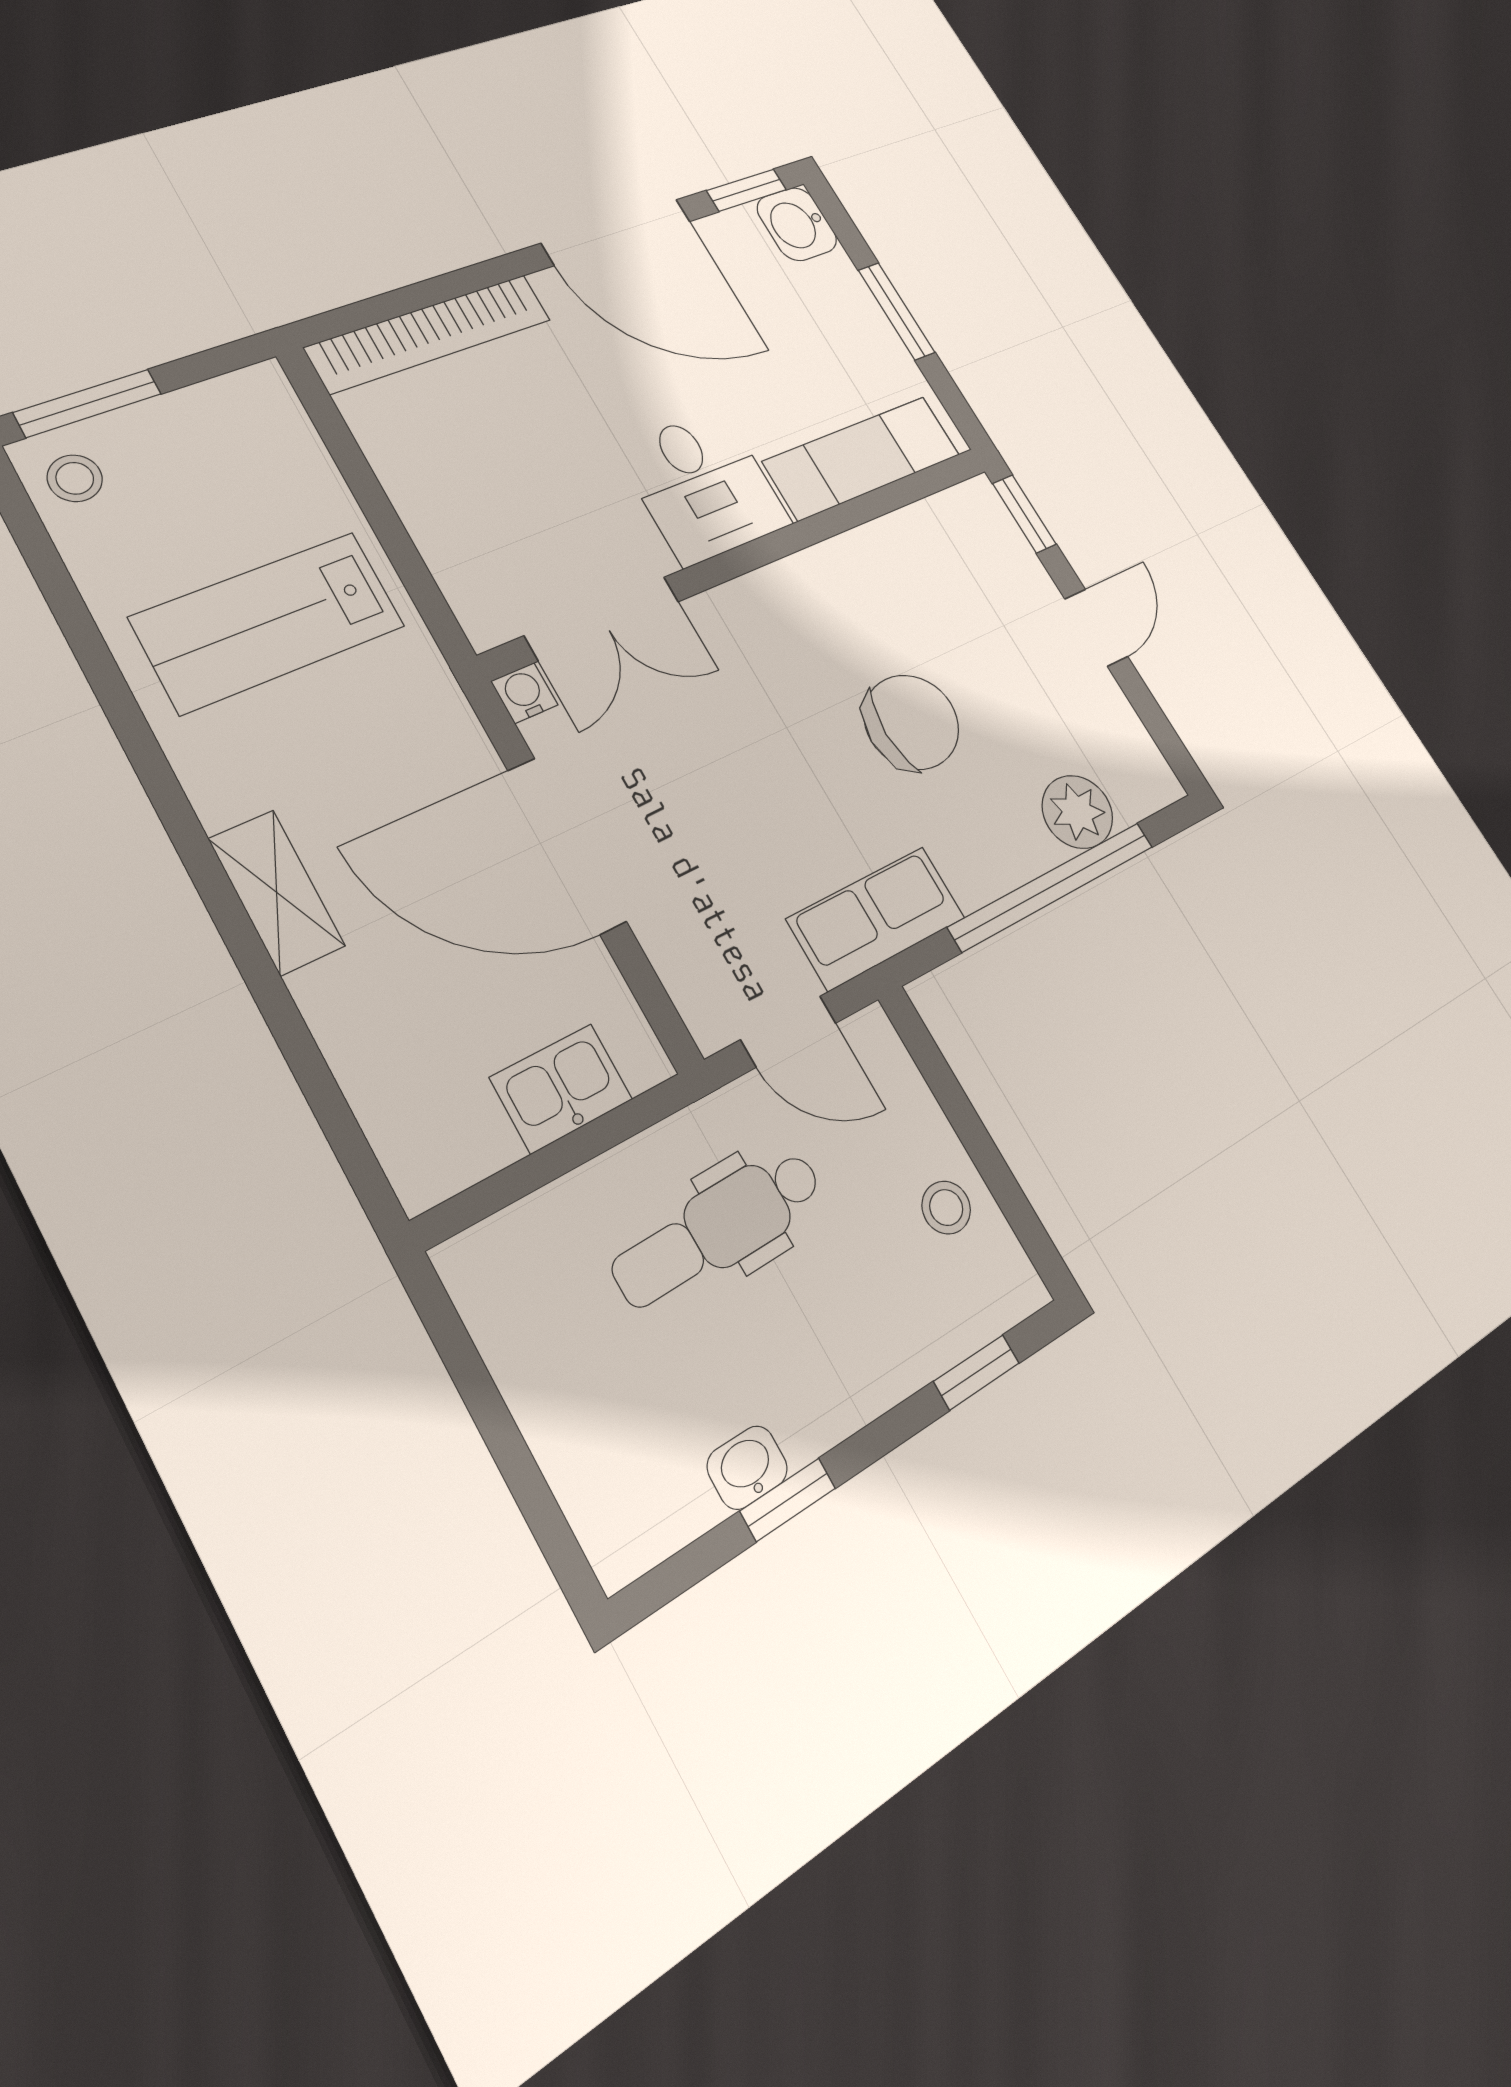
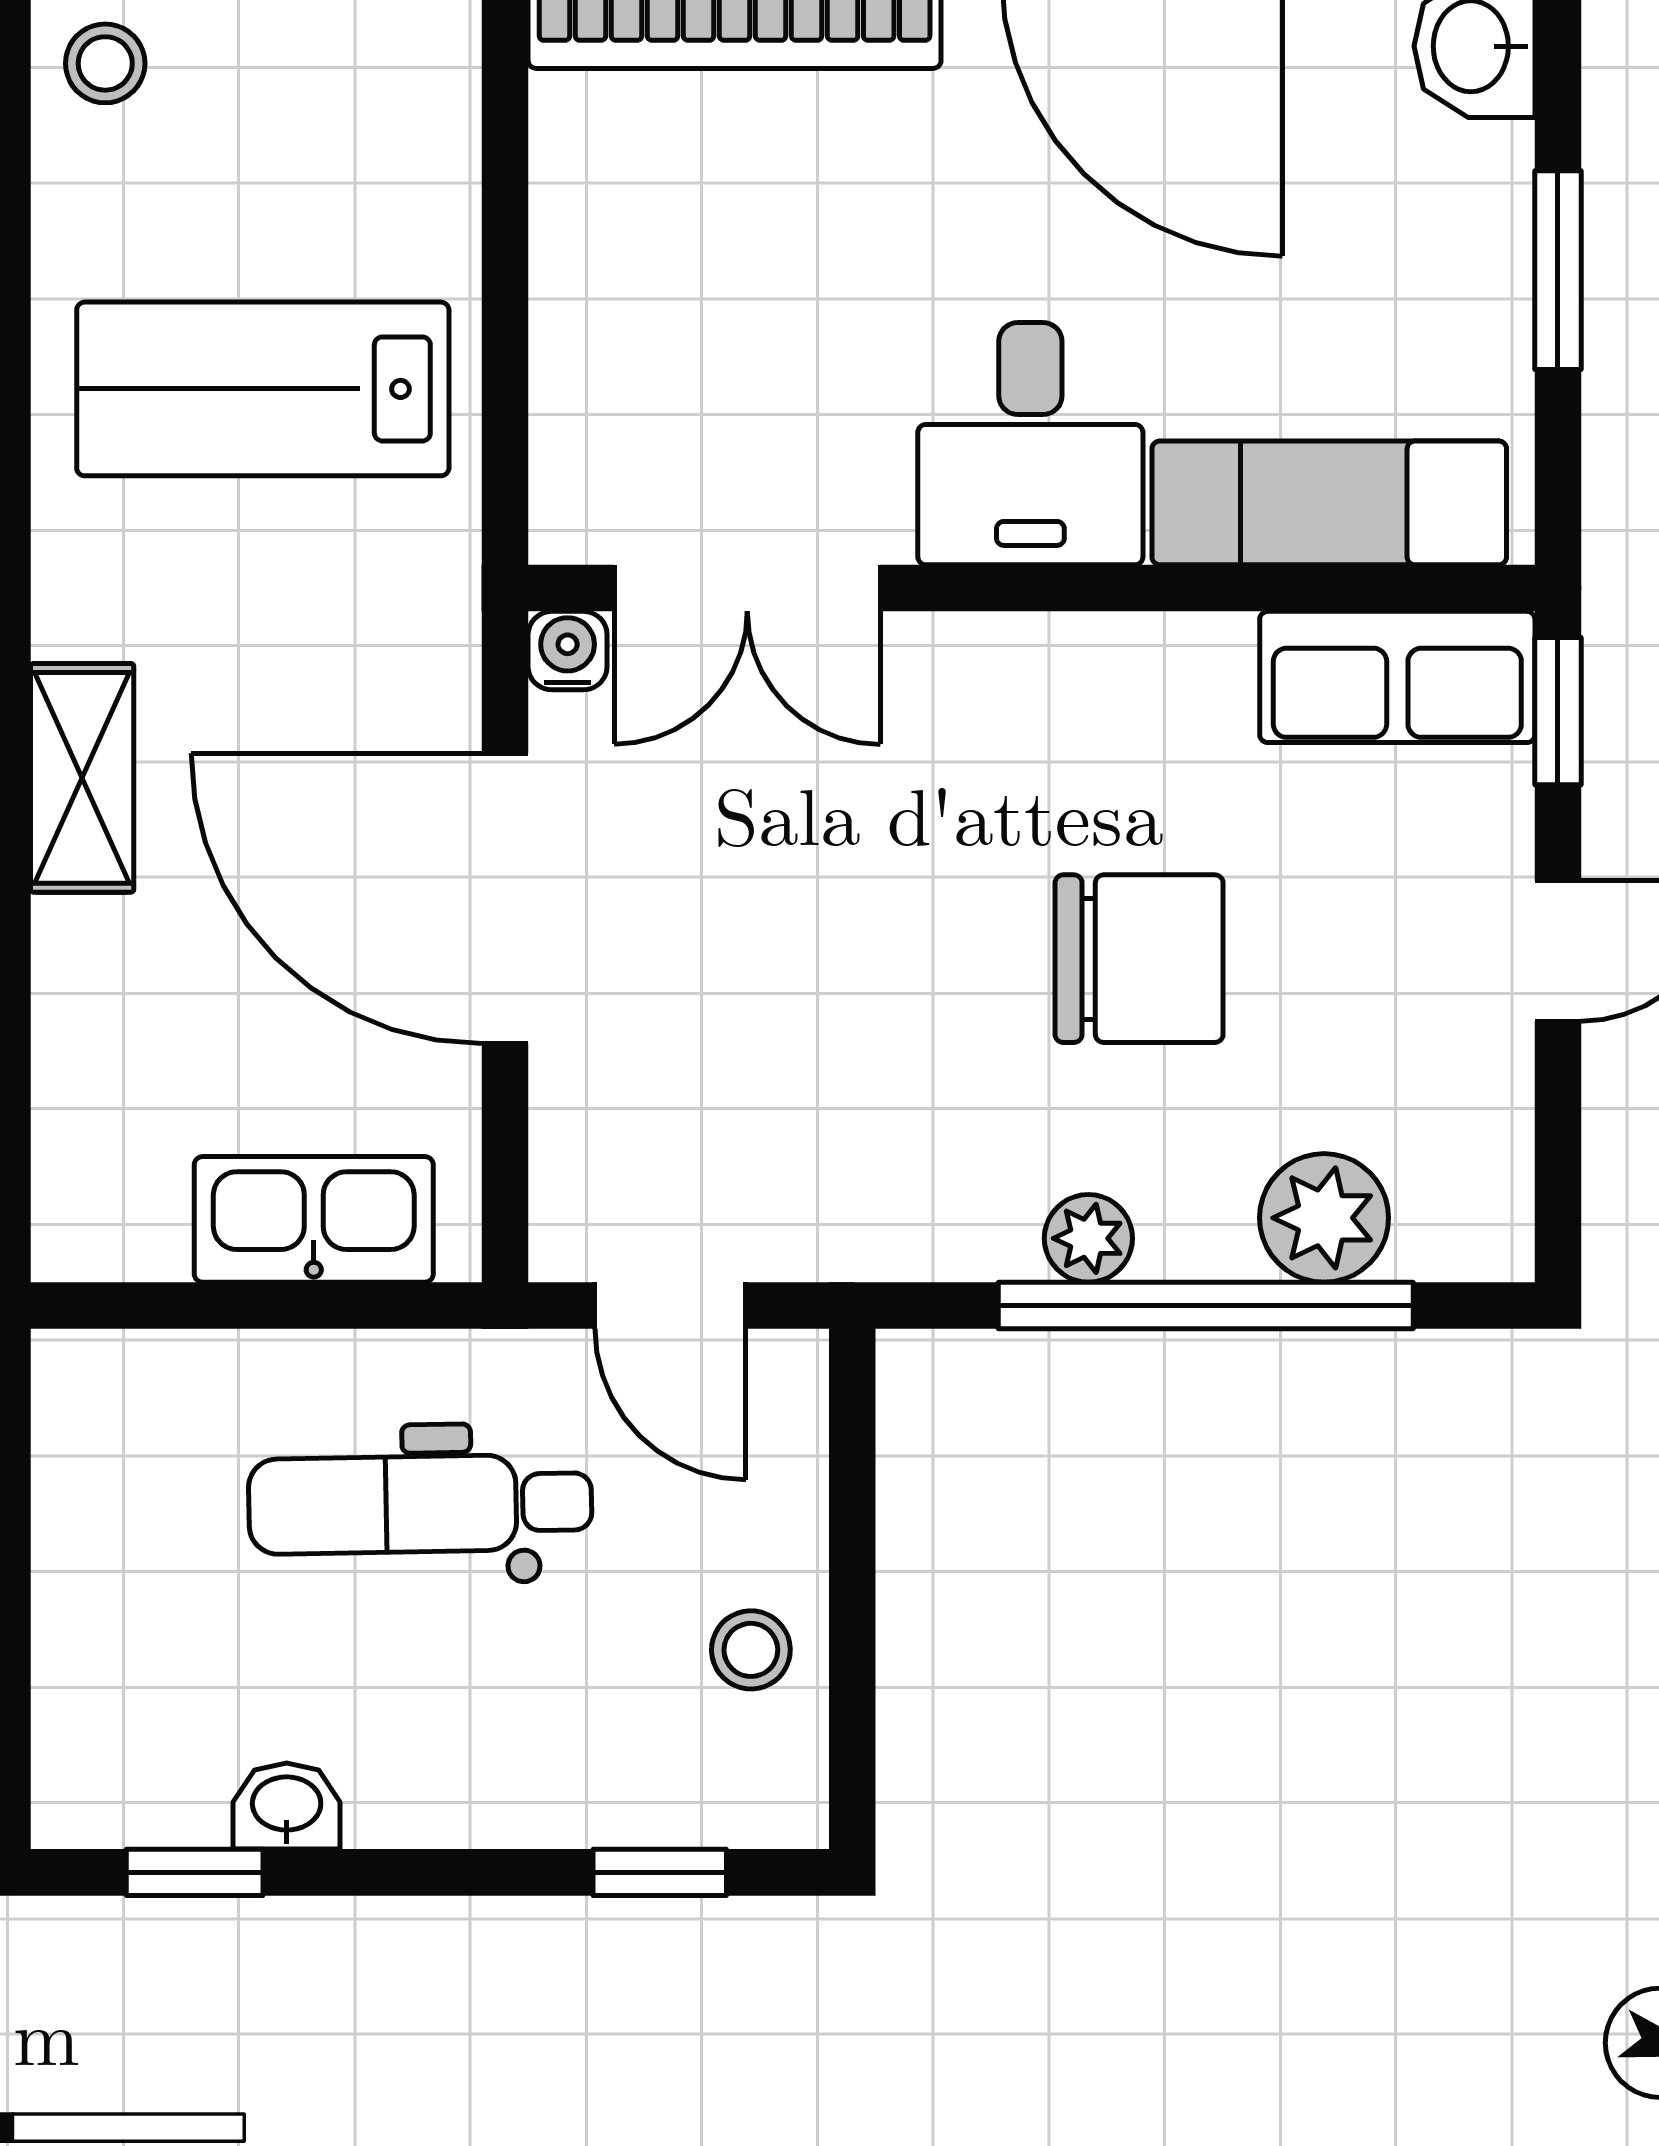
plant: (976, 880) -> (1088, 1238), added
row of seats: (876, 918) -> (1397, 677), moved, turned 180
kitchen sink: (561, 1088) -> (314, 1219), width x1.38
window: (788, 1500) -> (195, 1872), moved

